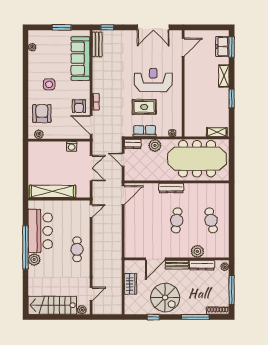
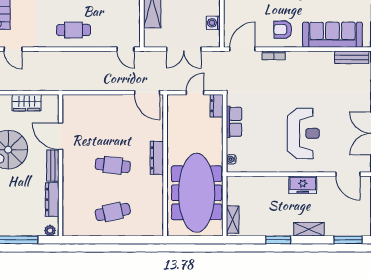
freezer: (222, 47) -> (303, 185), moved, turned 180
armchair: (79, 106) -> (283, 30), moved
rug: (144, 107) -> (267, 121), removed
plant: (155, 145) -> (214, 136), removed
plant: (197, 251) -> (71, 193), removed

